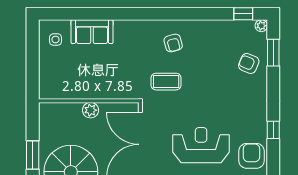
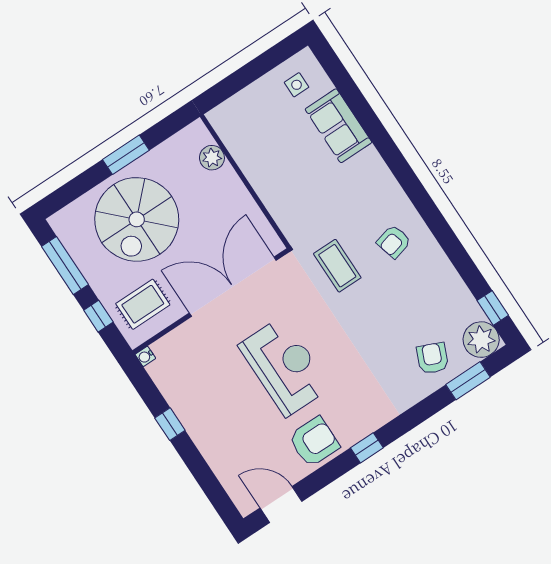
plant: (261, 26) -> (481, 340), width x1.88, depth x1.88
plant: (91, 110) -> (212, 158), moved

